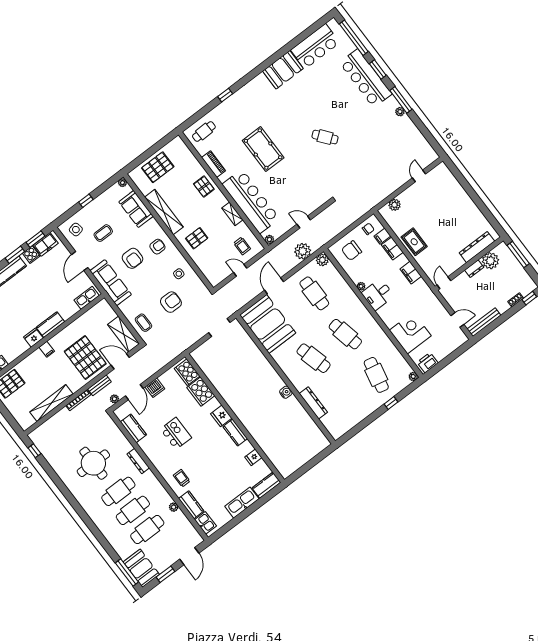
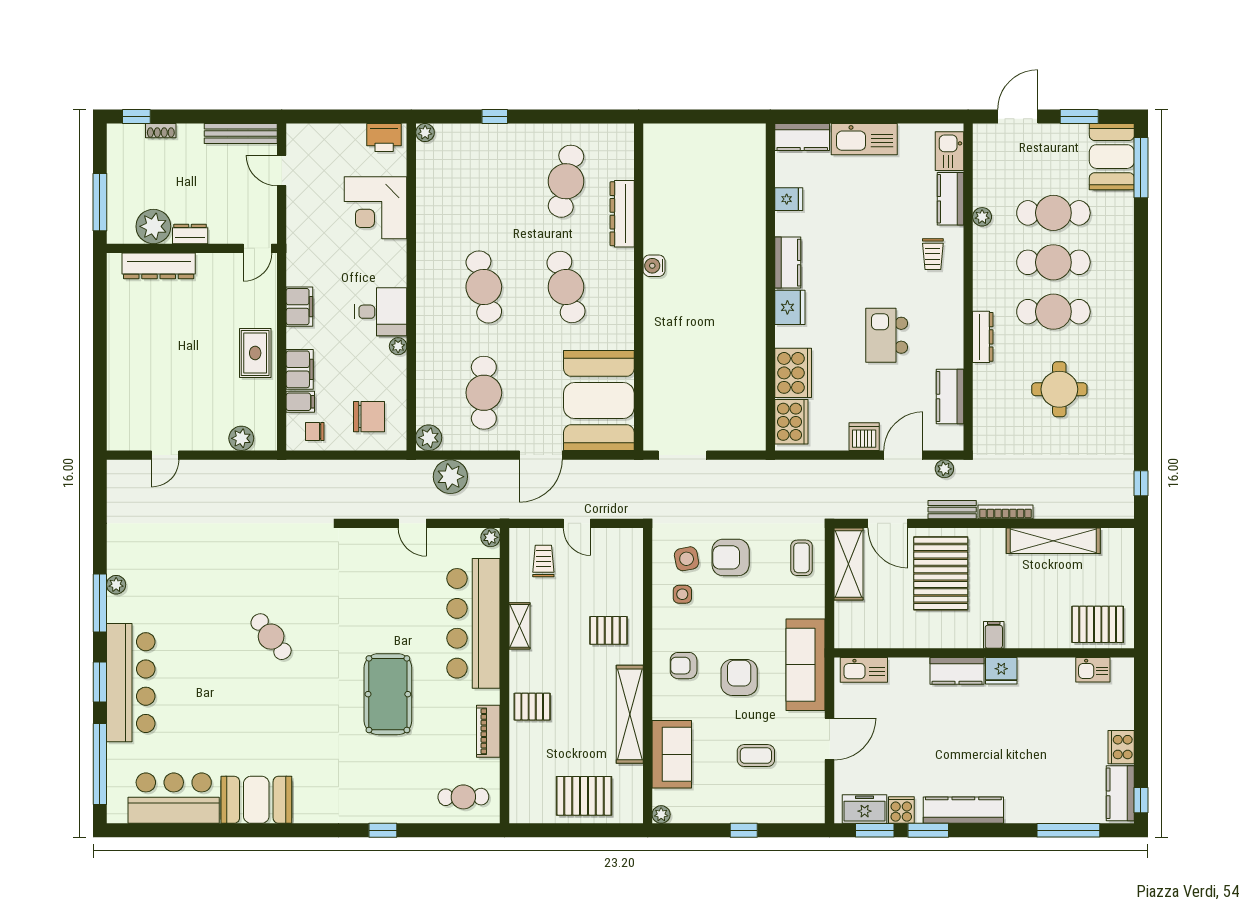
pallet: (204, 187) -> (532, 707), turned 90
side table: (76, 230) -> (687, 559), moved
cafe table: (376, 375) -> (566, 181), moved
round table: (93, 463) -> (1059, 389), width x0.73, depth x0.73

